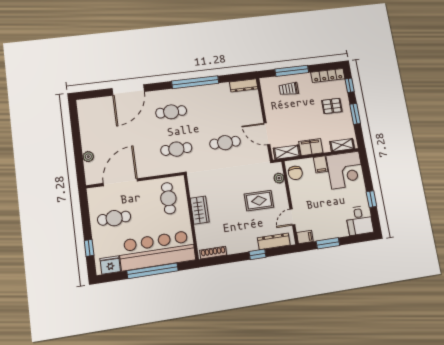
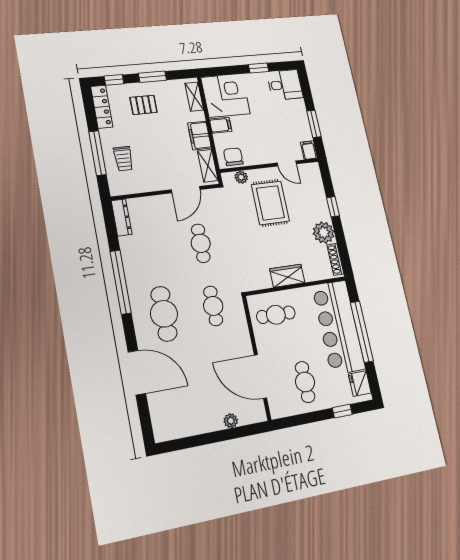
pallet: (332, 106) -> (144, 105), turned 90
cafe table: (171, 112) -> (164, 314), width x1.37, depth x1.35
chair: (295, 173) -> (233, 157), turned -90
rug: (259, 201) -> (270, 203), width x1.36, depth x1.43
dresser: (274, 241) -> (317, 187), removed
plant: (236, 244) -> (324, 233), added

